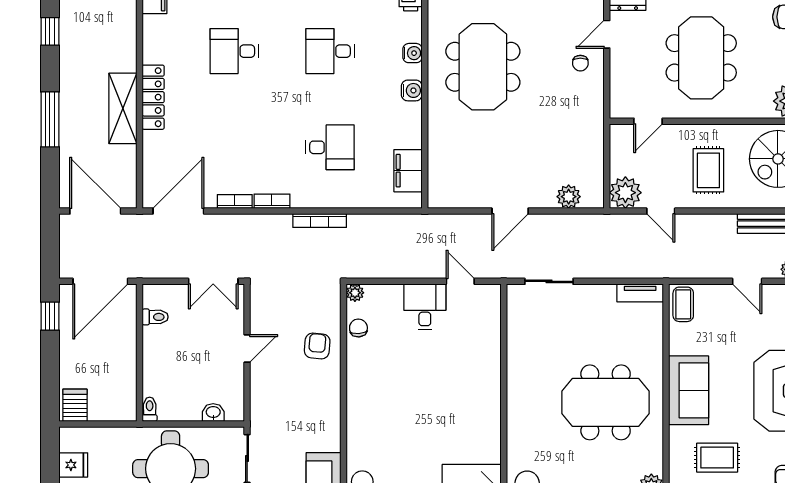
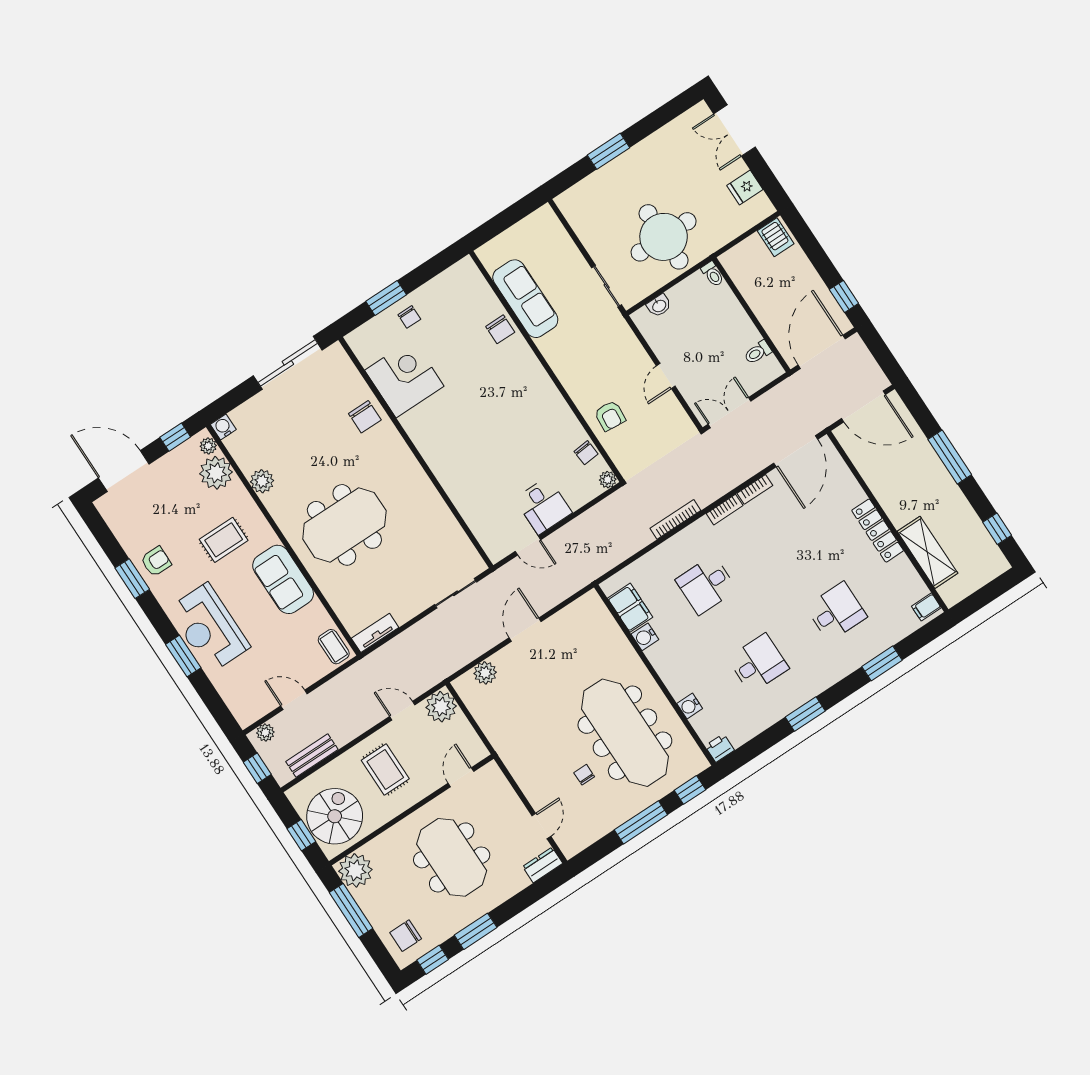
chair: (580, 63) -> (584, 775), moved
meeting table: (483, 67) -> (625, 733), width x1.36
water cooler: (412, 90) -> (645, 637), moved
shelving: (123, 108) -> (927, 552), moved

